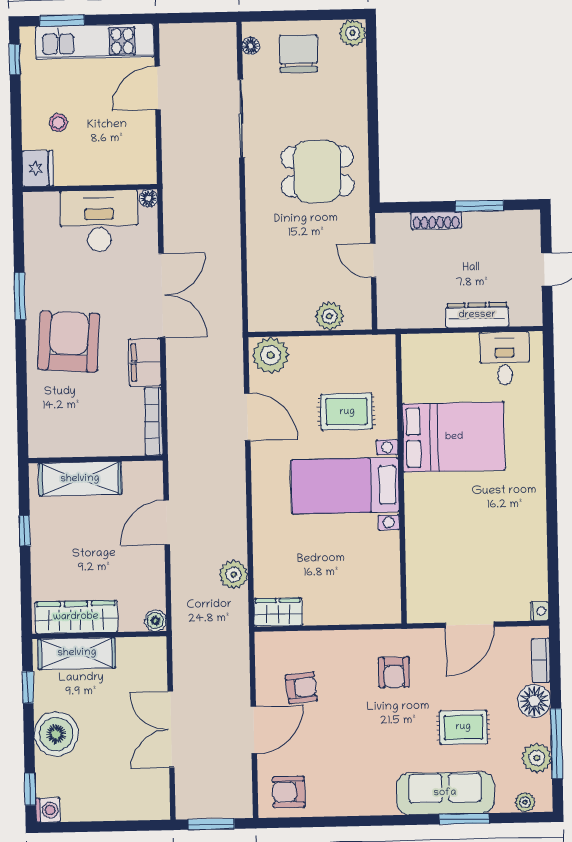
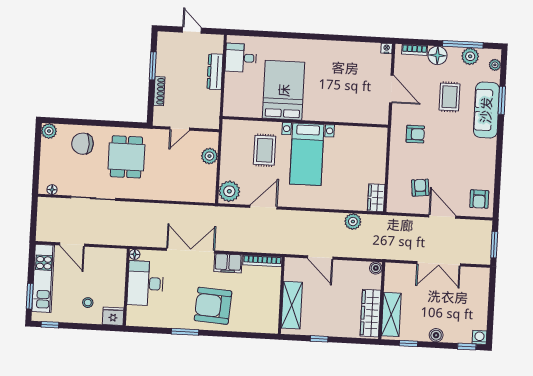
chair: (299, 54) -> (83, 144), moved
boiler: (56, 734) -> (436, 335), width x0.54, depth x0.54

